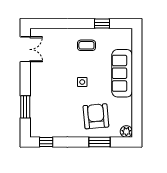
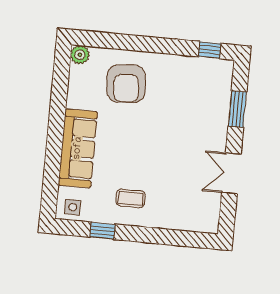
double door: (25, 49) -> (231, 173), moved
side table: (82, 82) -> (73, 207), moved
window: (100, 142) -> (124, 42), removed

